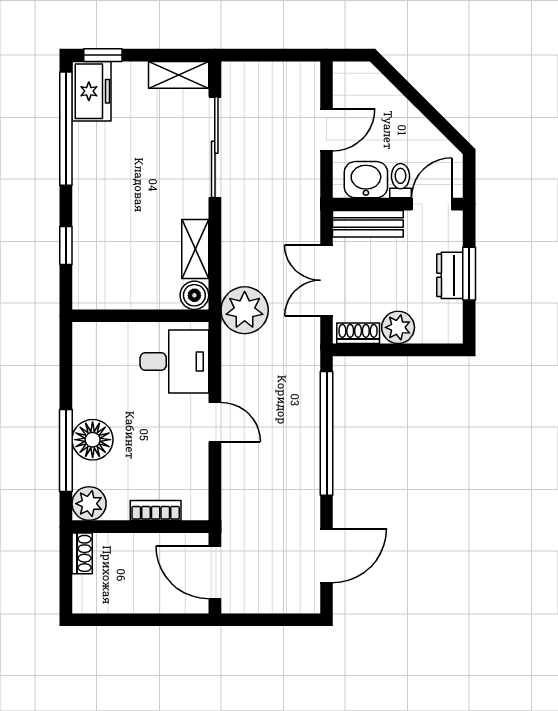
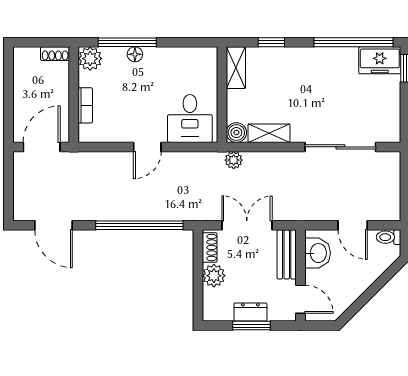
shelving: (179, 75) -> (236, 68), moved
toilet: (400, 181) -> (389, 237), moved, turned 180
plant: (245, 310) -> (234, 160), width x0.53, depth x0.53
floor lamp: (93, 440) -> (135, 54), width x0.53, depth x0.53

